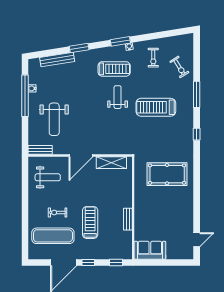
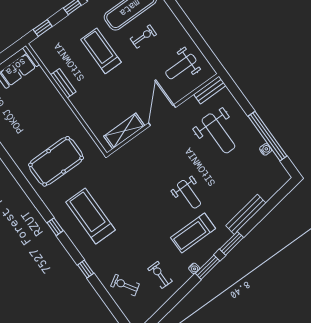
window: (79, 48) -> (232, 243), moved
bench: (57, 60) -> (246, 214), moved
window: (197, 94) -> (86, 269), width x0.46
weight bench: (118, 97) -> (189, 194), moved
treadmill: (156, 107) -> (91, 216), moved, turned -90
weight bench: (54, 119) -> (218, 133), turned 180
treadmill: (90, 222) -> (101, 51), turned 180

